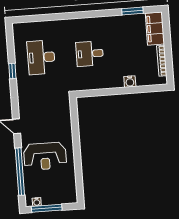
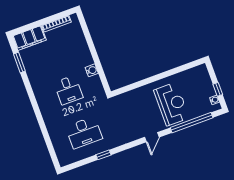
water cooler: (130, 82) -> (92, 70), moved
window: (47, 208) -> (218, 89), width x0.46

